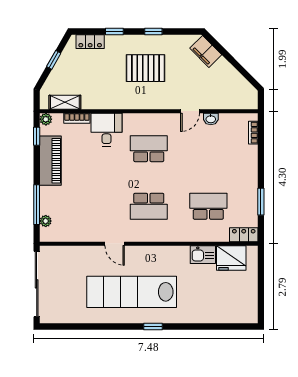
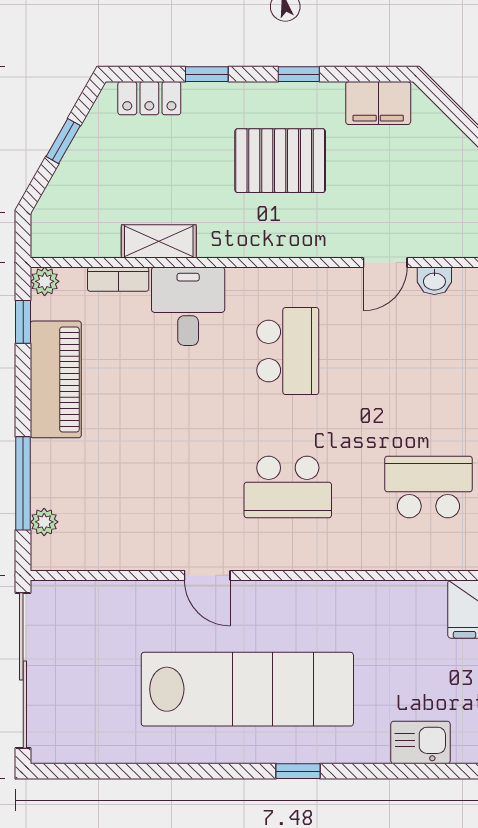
filing cabinet: (206, 51) -> (378, 103), moved, turned -45
shelving: (65, 102) -> (159, 241), moved
school desk: (149, 149) -> (288, 351), turned 90
kitchen sink: (203, 255) -> (421, 742), moved, turned 180
lab bench: (132, 292) -> (247, 689), turned 180

